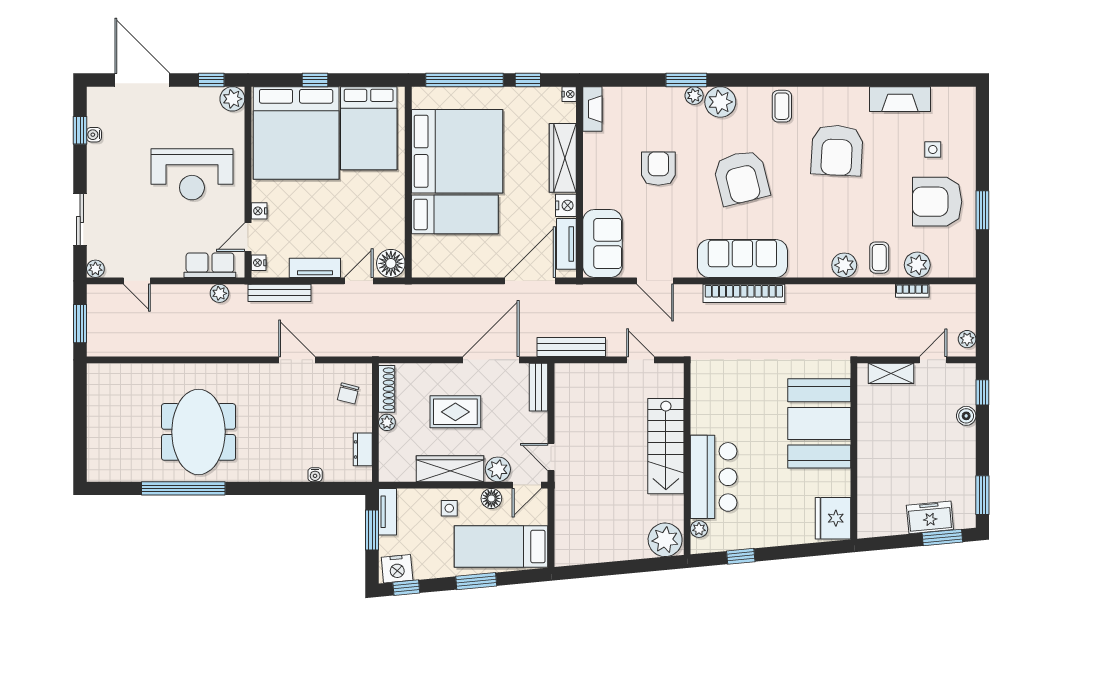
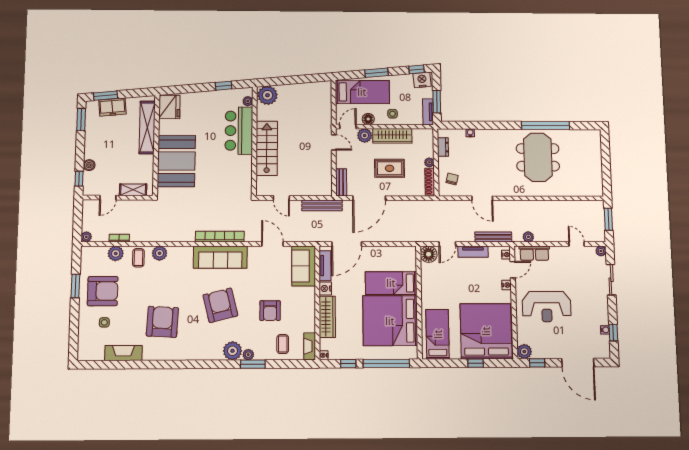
coffee table: (782, 106) -> (283, 344), moved
bed: (369, 128) -> (438, 334), width x0.67
reception desk: (192, 174) -> (547, 307), turned 180
plant: (967, 339) -> (86, 237), moved
shelving: (870, 482) -> (147, 127), added

